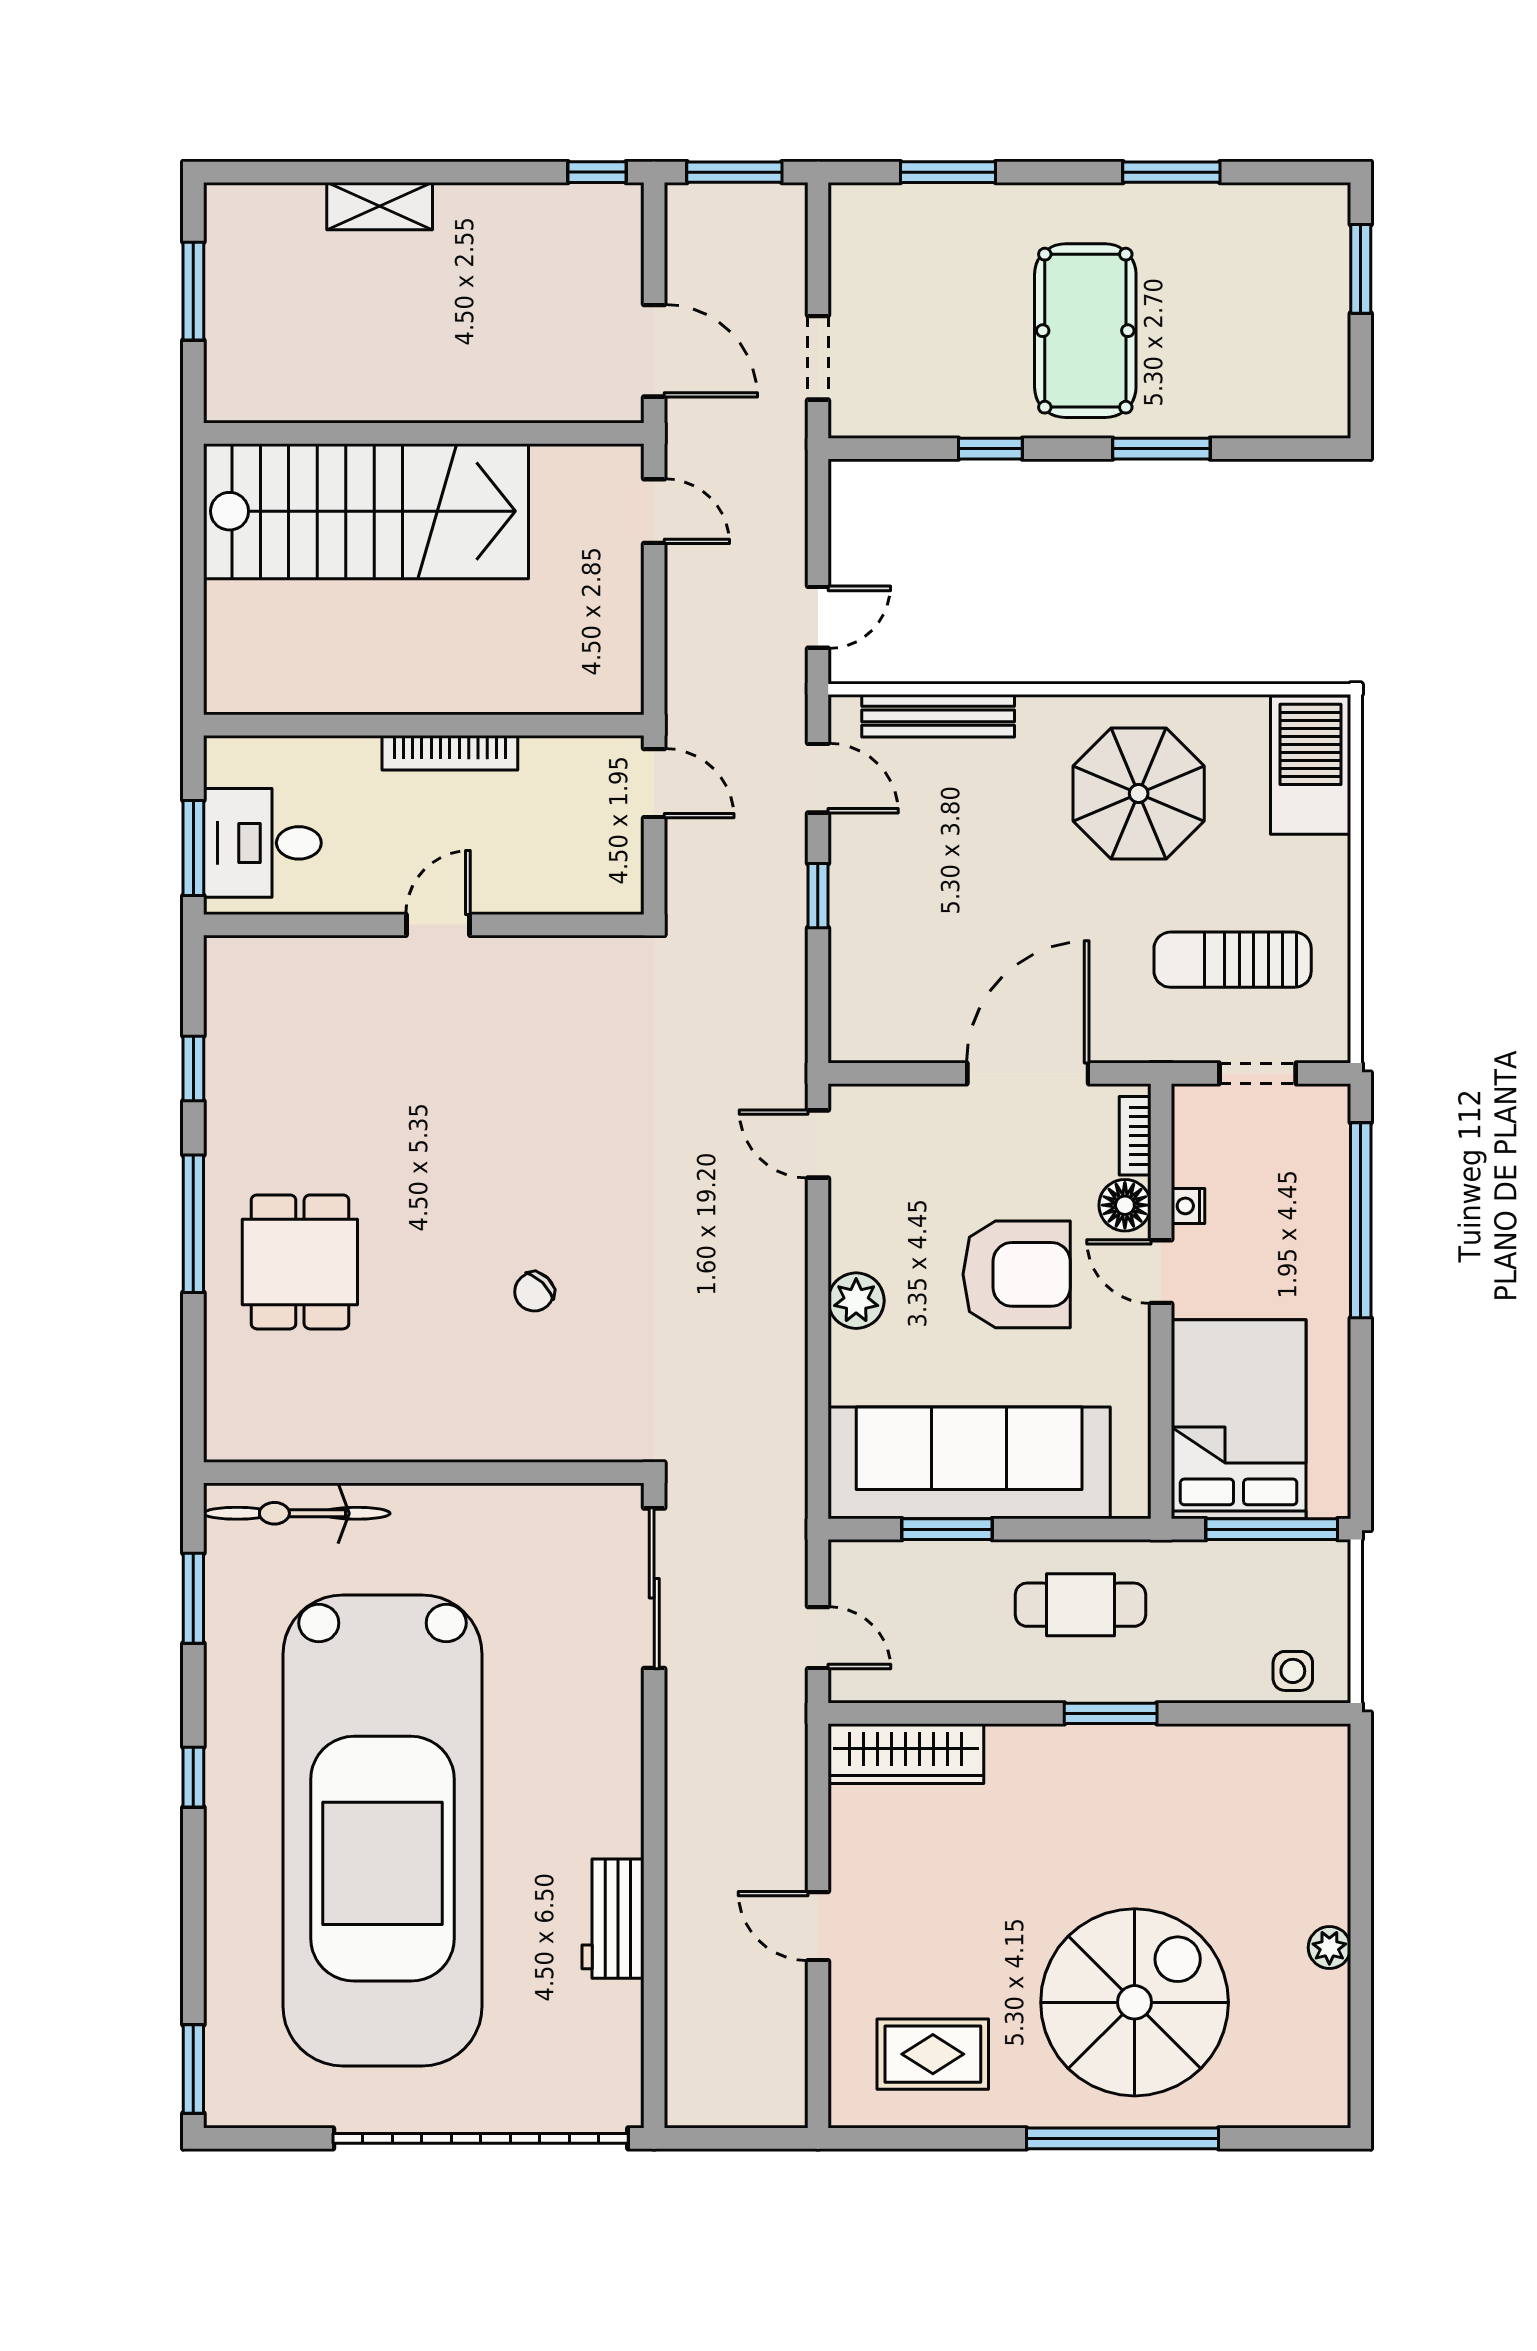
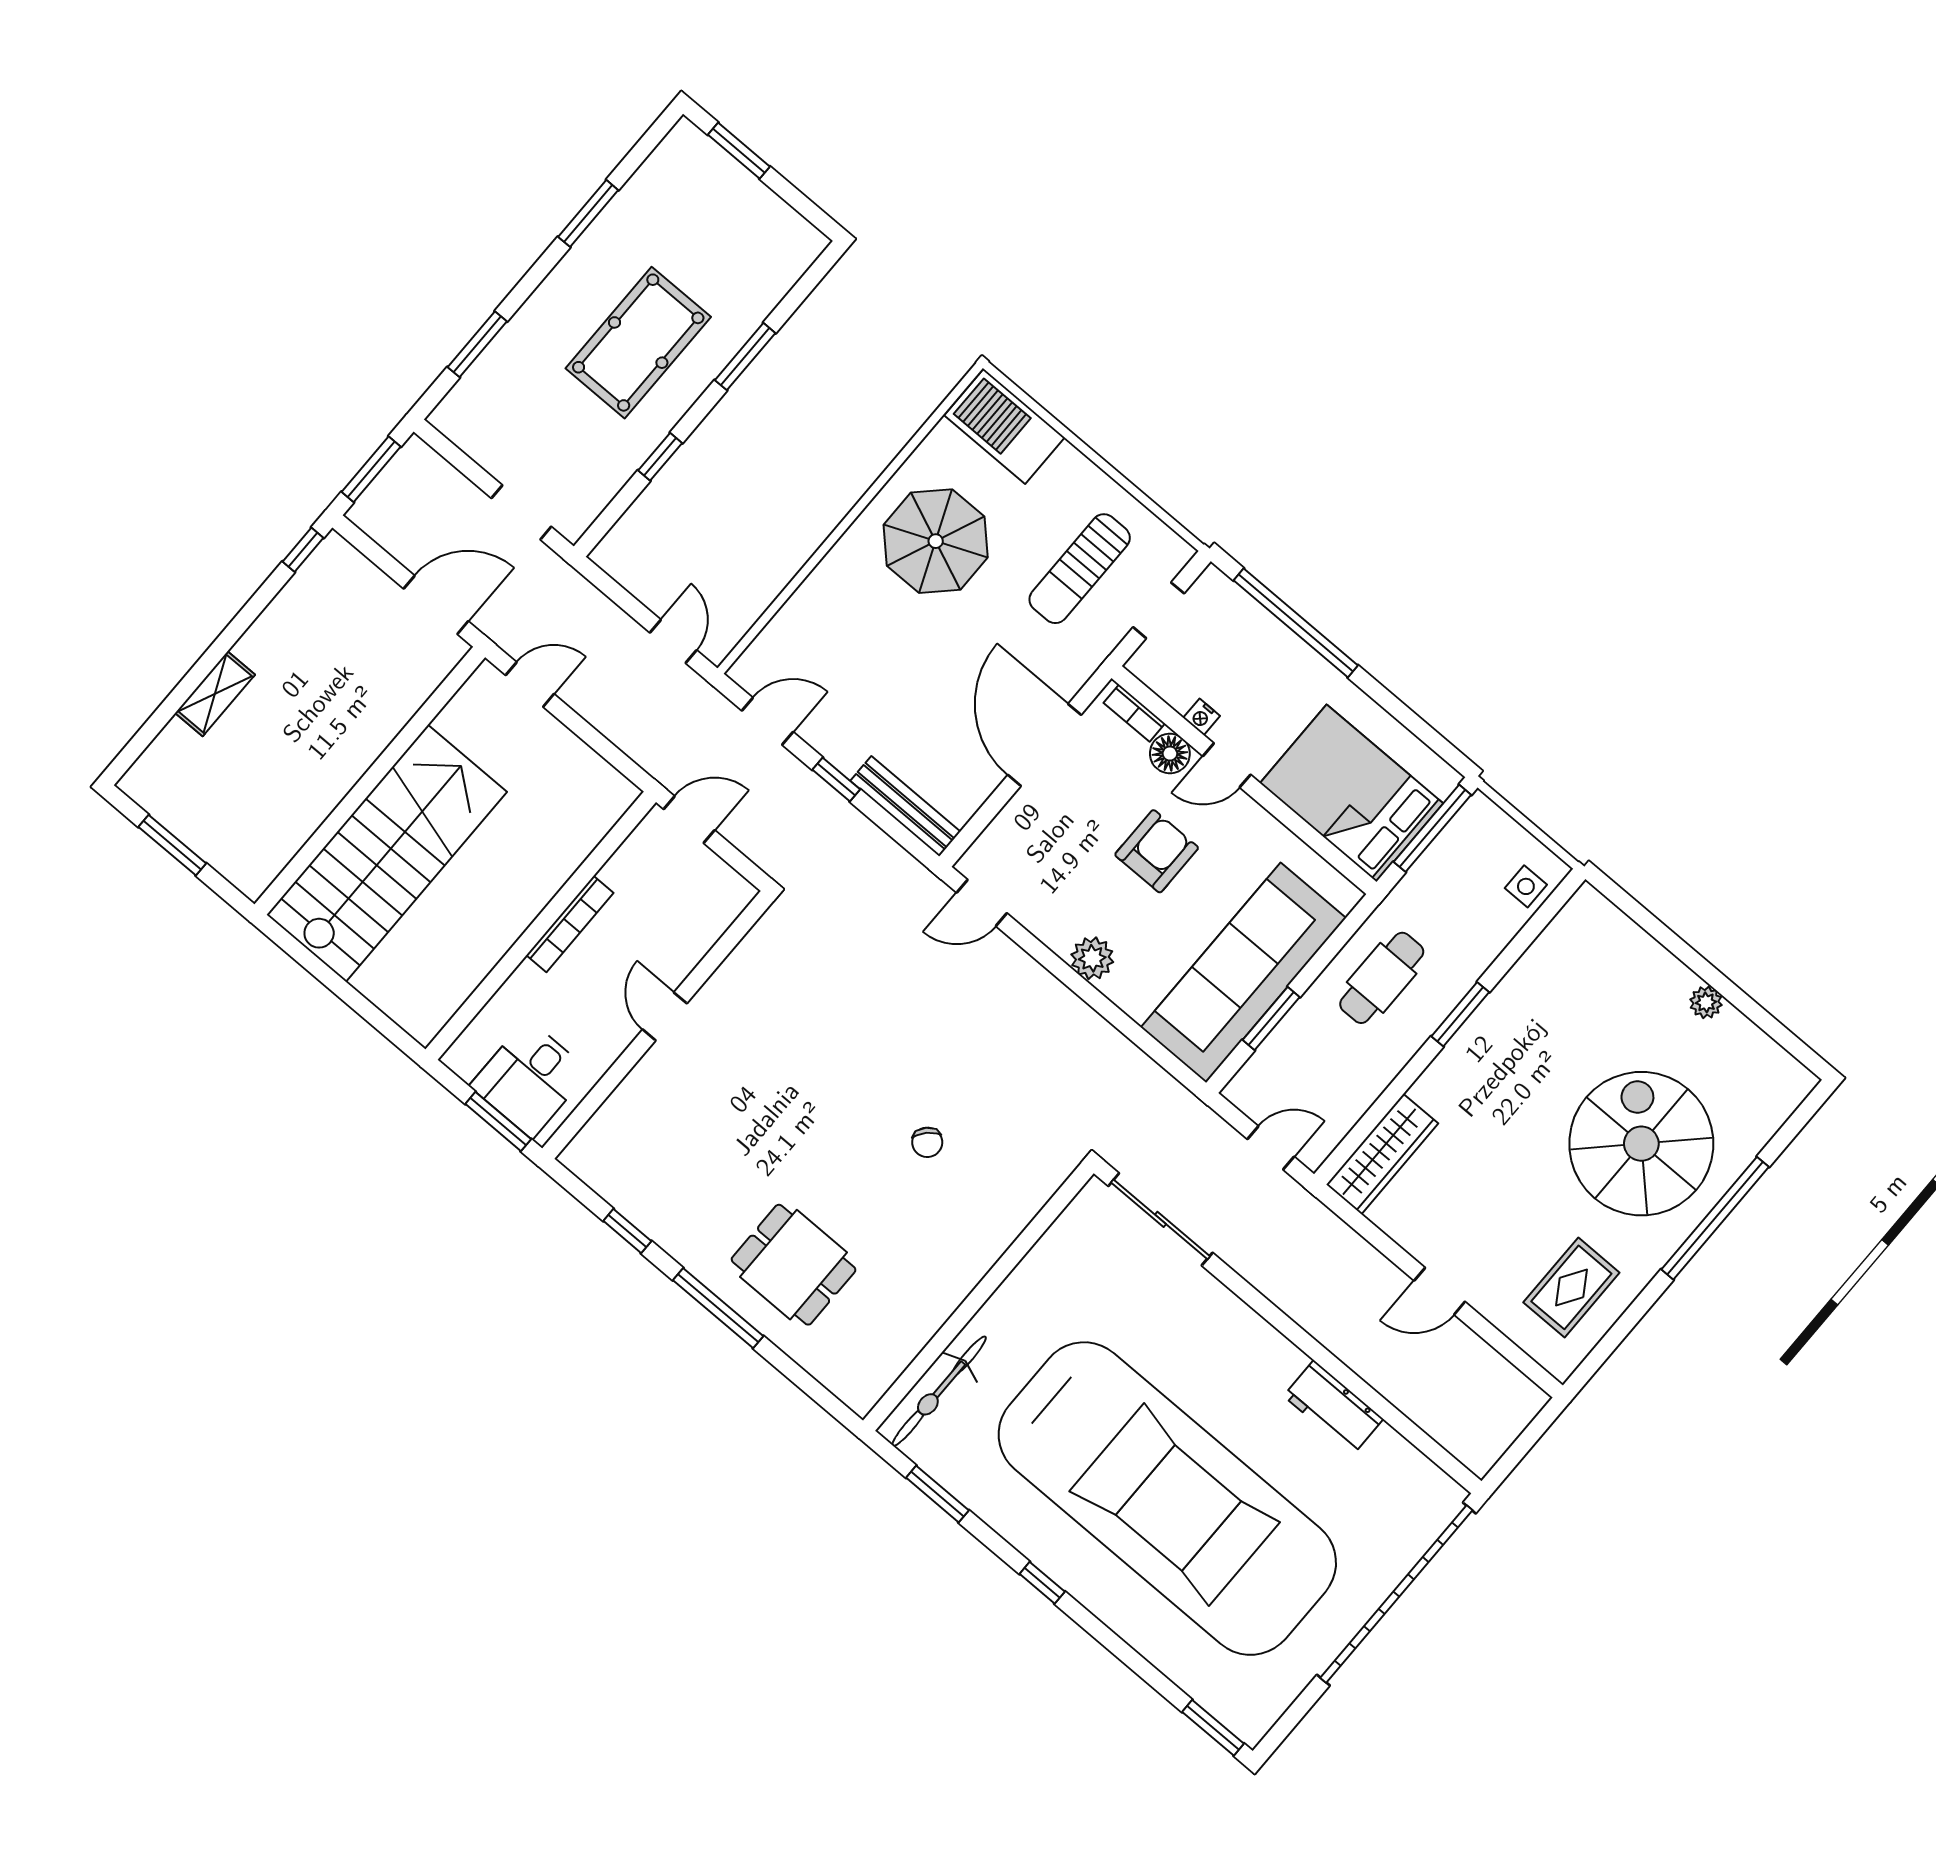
pool table: (1085, 331) -> (638, 343), turned 90
bench: (938, 716) -> (905, 806), moved, turned 90
armchair: (1017, 1274) -> (1157, 851), width x0.73, depth x0.73

